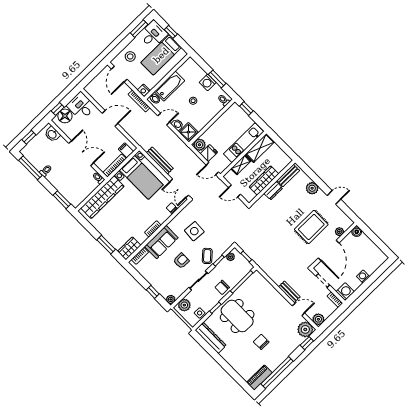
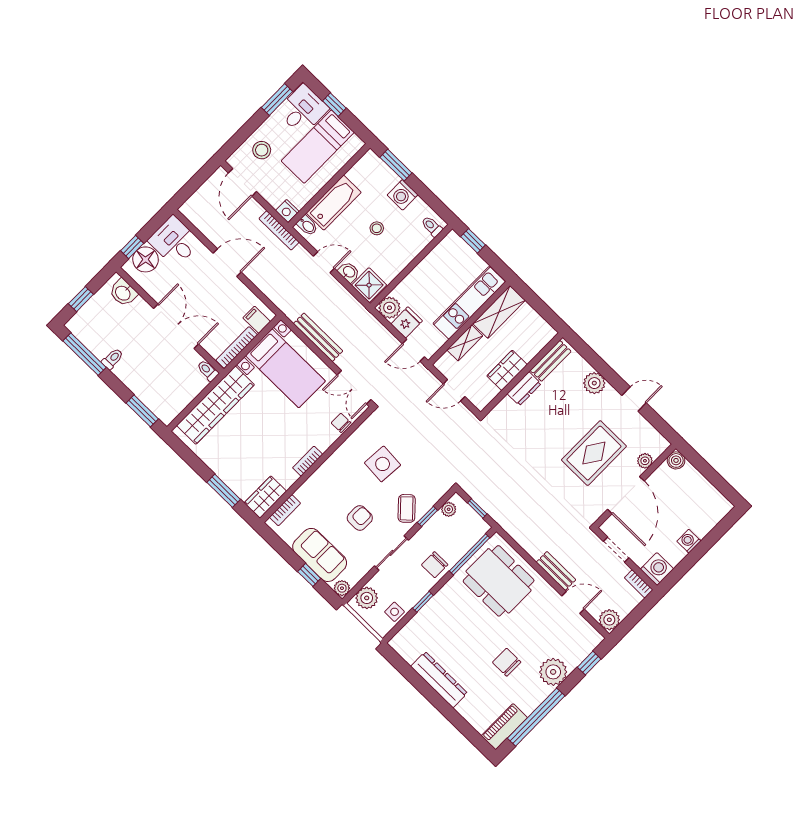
window: (217, 79) -> (396, 165), moved
wardrobe: (264, 180) -> (507, 370), width x0.67
sofa: (161, 242) -> (320, 555), moved, turned -90
dining table: (237, 316) -> (499, 581), moved
plant: (305, 329) -> (553, 672), moved
dresser: (211, 338) -> (439, 680), moved

